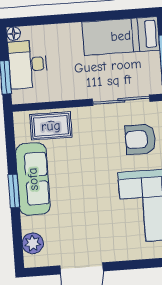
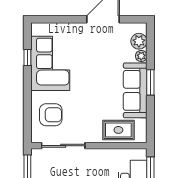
plant: (28, 224) -> (141, 56), added

